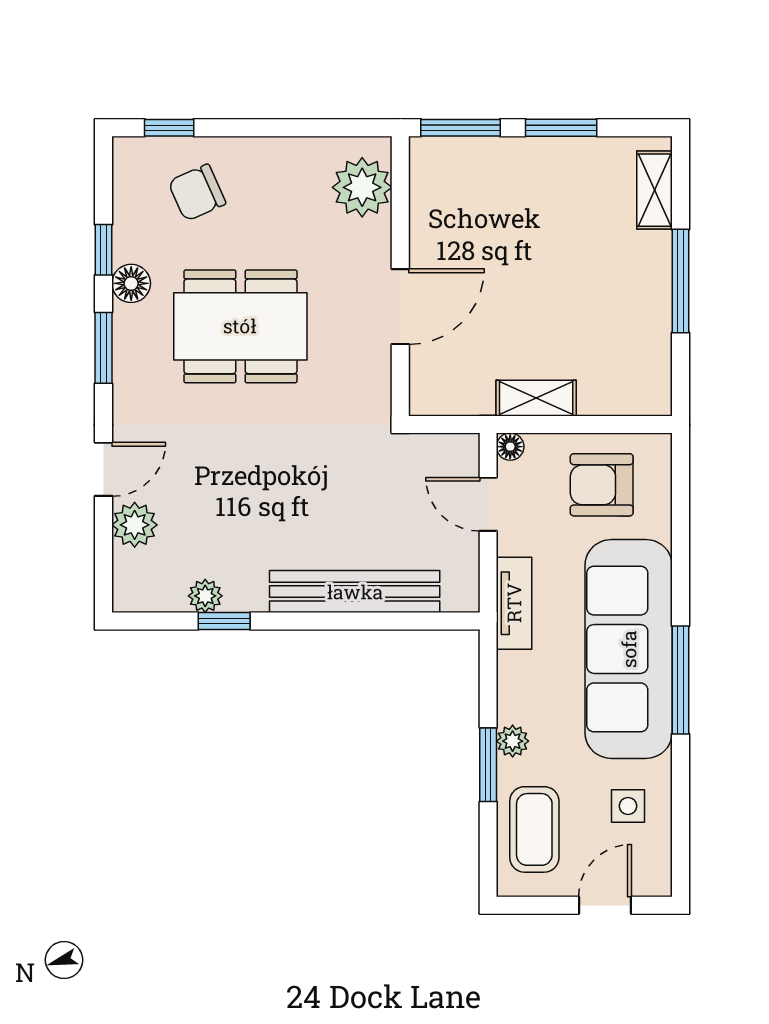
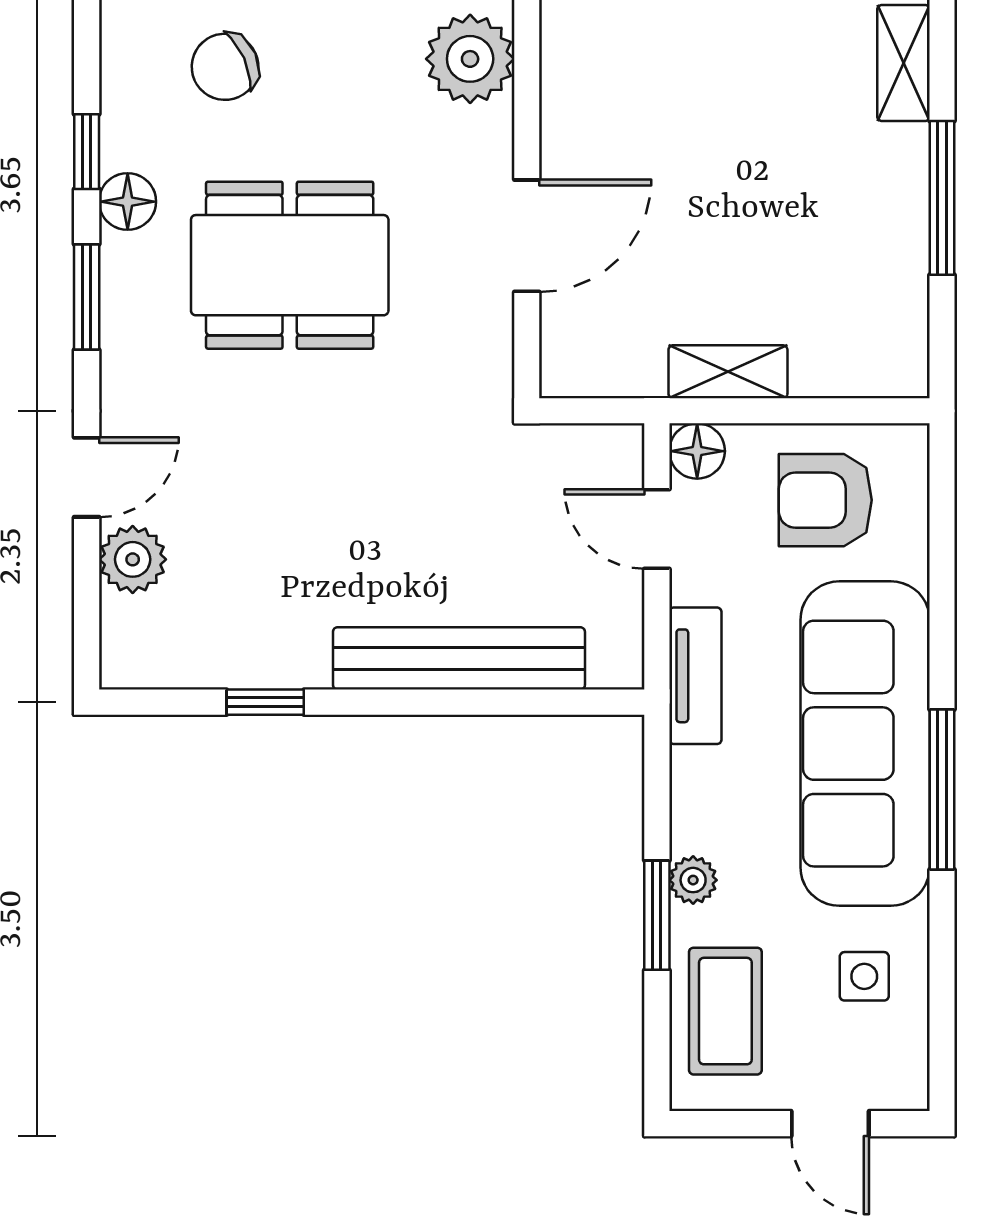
floor lamp: (510, 447) -> (697, 451), width x1.37, depth x1.37
plant: (205, 596) -> (237, 665), removed
door: (605, 905) -> (830, 1124), swing flipped

